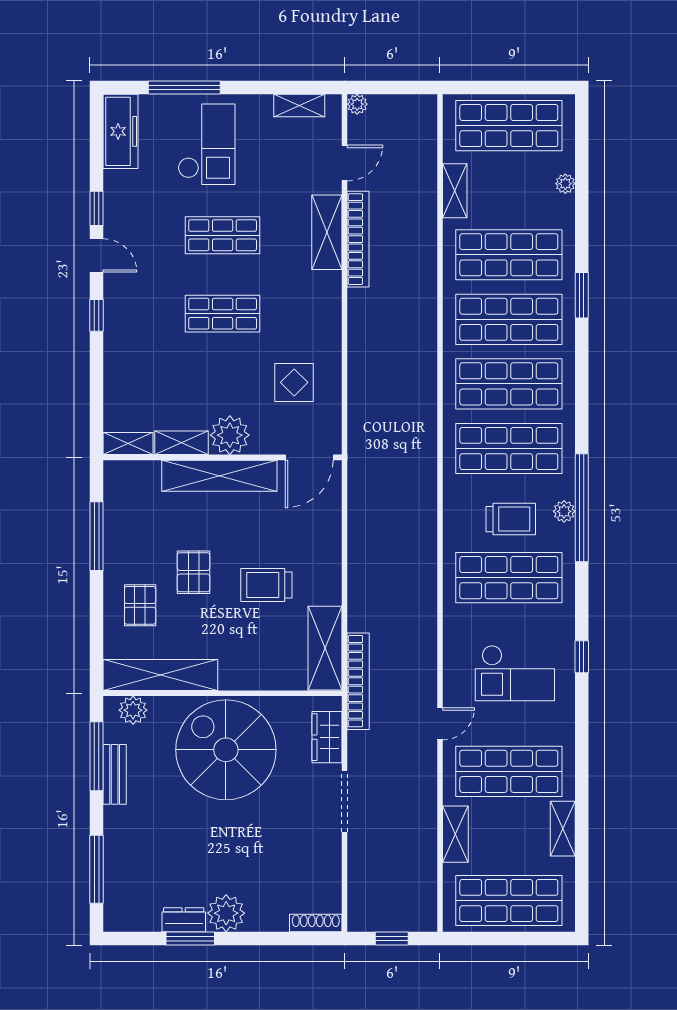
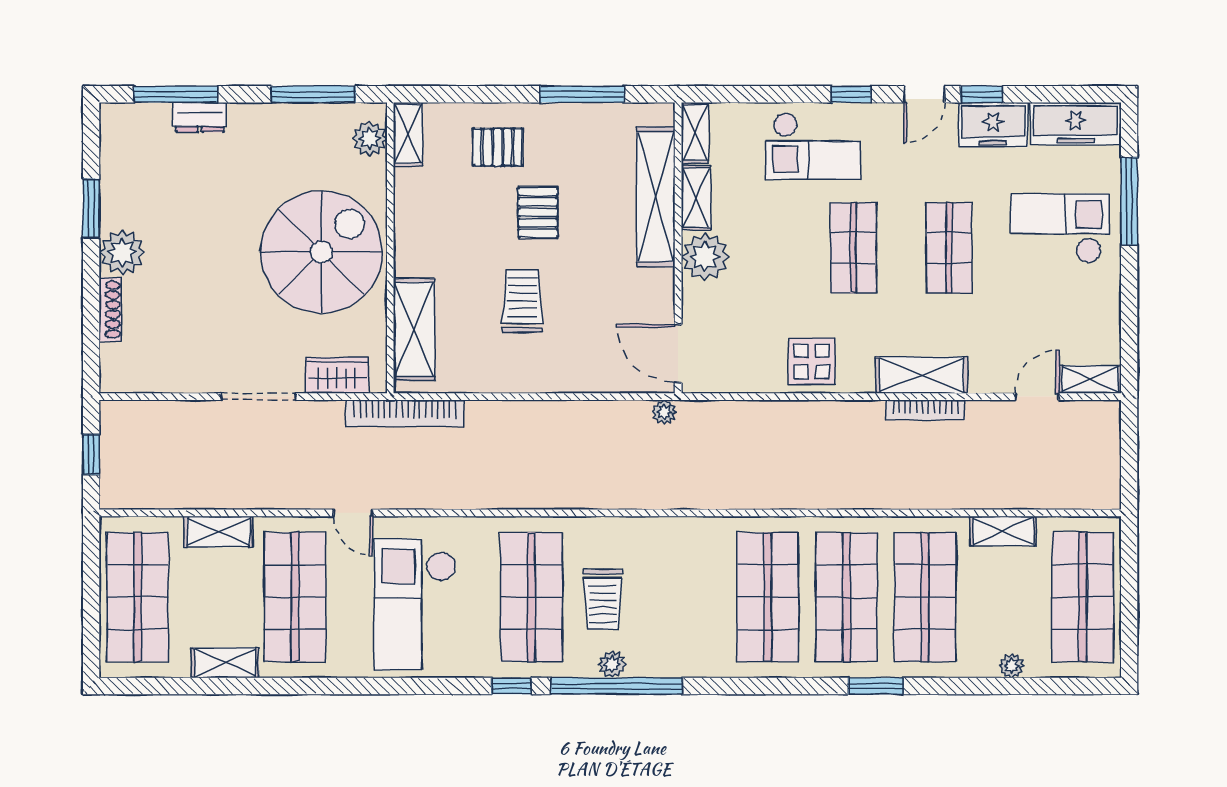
plant: (357, 104) -> (664, 412), moved
shelving: (299, 106) -> (1090, 379), moved, turned 90
checkout: (207, 144) -> (1060, 228), turned 180
door: (344, 163) -> (1037, 397), swing flipped
freezer: (122, 199) -> (993, 125), added
shelving: (327, 232) -> (921, 375), moved
bookcase: (358, 239) -> (925, 410), width x0.68, depth x0.76
checkout: (139, 347) -> (813, 146), added
display table: (294, 382) -> (812, 361), moved
shop shelf: (509, 448) -> (689, 597), removed
shelving: (219, 476) -> (656, 197), moved
pallet: (194, 572) -> (538, 212), turned 90
shelving: (325, 648) -> (414, 329), moved, turned 90
window: (582, 657) -> (511, 686), moved
checkout: (515, 673) -> (415, 604), width x1.36, depth x1.21
shelving: (160, 675) -> (408, 134), width x0.45, depth x0.75
bench: (115, 774) -> (291, 116), removed
dresser: (184, 920) -> (200, 117), moved, turned 90
shoe rack: (316, 923) -> (110, 309), moved

